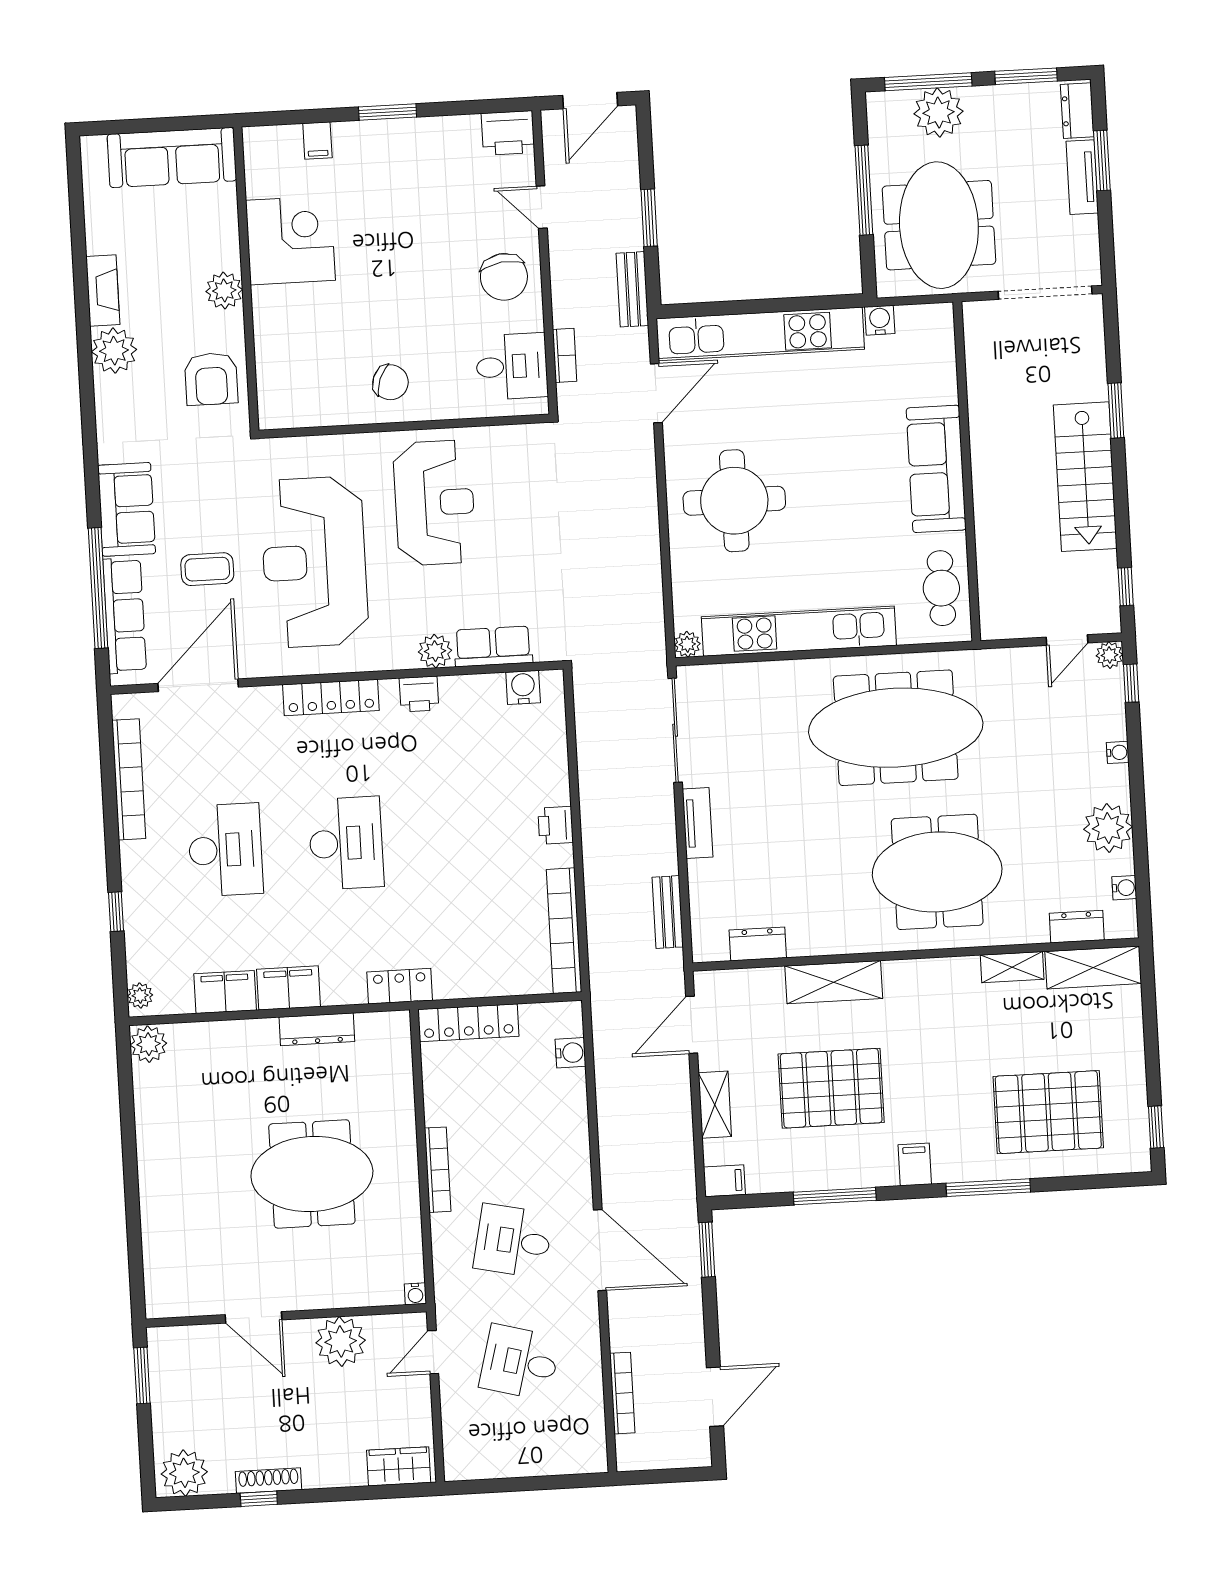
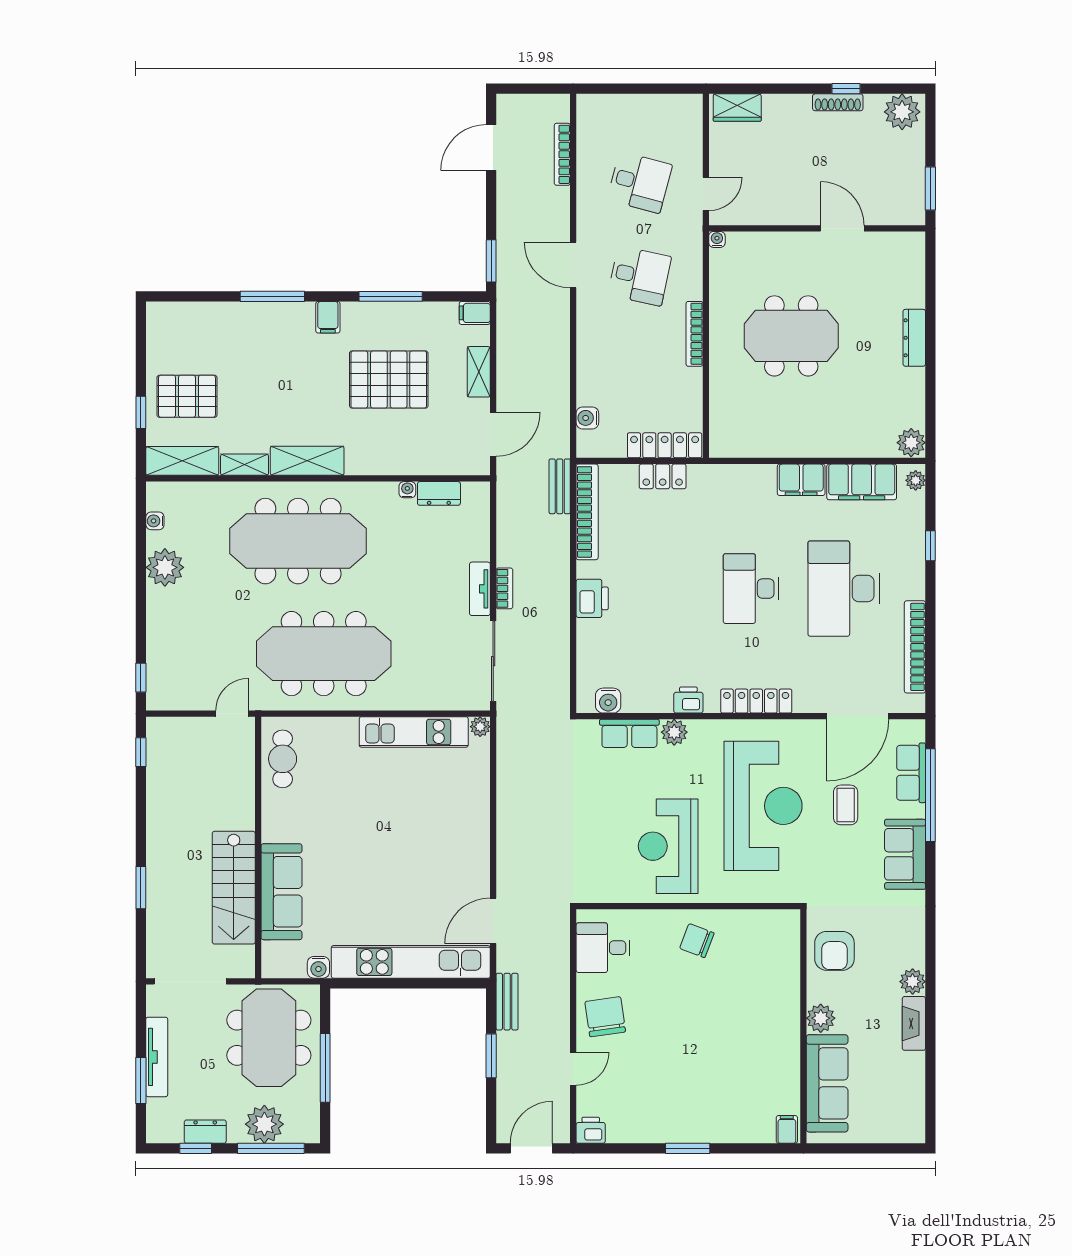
window: (1026, 76) -> (196, 1148), width x0.67
dresser: (1077, 111) -> (205, 1132), moved, turned -90
printer: (508, 133) -> (591, 1130), width x0.73, depth x0.81
filing cabinet: (317, 141) -> (787, 1129), moved
sofa: (172, 157) -> (827, 1083), moved, turned 90
tv unit: (1082, 177) -> (157, 1057), width x1.41
door: (542, 207) -> (573, 1069), hinge flipped
corner desk: (290, 240) -> (768, 1054), removed
plant: (114, 351) -> (913, 982), width x0.73, depth x0.73
bookcase: (565, 355) -> (504, 588), moved, turned 180
armchair: (211, 379) -> (834, 951), turned 180
sofa: (936, 469) -> (282, 892), moved
stairs: (1085, 477) -> (234, 888), moved, turned 180
round table: (734, 501) -> (438, 835), removed
coffee table: (207, 569) -> (846, 805), turned 90
row of seats: (125, 616) -> (911, 773), width x0.68
kitchen unit: (799, 631) -> (414, 732), width x0.73
door: (1067, 640) -> (232, 714), moved
plant: (1109, 655) -> (156, 700), removed
water cooler: (1118, 752) -> (407, 490), moved, turned 90
printer: (556, 825) -> (592, 598), width x1.36, depth x1.24
desk: (225, 850) -> (844, 589), width x1.36, depth x1.30
meeting table: (937, 872) -> (298, 541), width x1.36
bench: (668, 912) -> (560, 486), moved
dresser: (1077, 927) -> (193, 493), removed
shelving: (834, 982) -> (307, 461), moved
locker: (400, 986) -> (663, 476), moved
filing cabinet: (225, 992) -> (862, 482), width x1.50, depth x1.17
dresser: (317, 1029) -> (914, 338), moved, turned -90
pallet: (1048, 1112) -> (187, 396), moved, width x0.73, depth x0.71
window: (1156, 1127) -> (141, 412), moved
door: (600, 1250) -> (573, 265), width x0.73
plant: (341, 1341) -> (776, 206), removed

